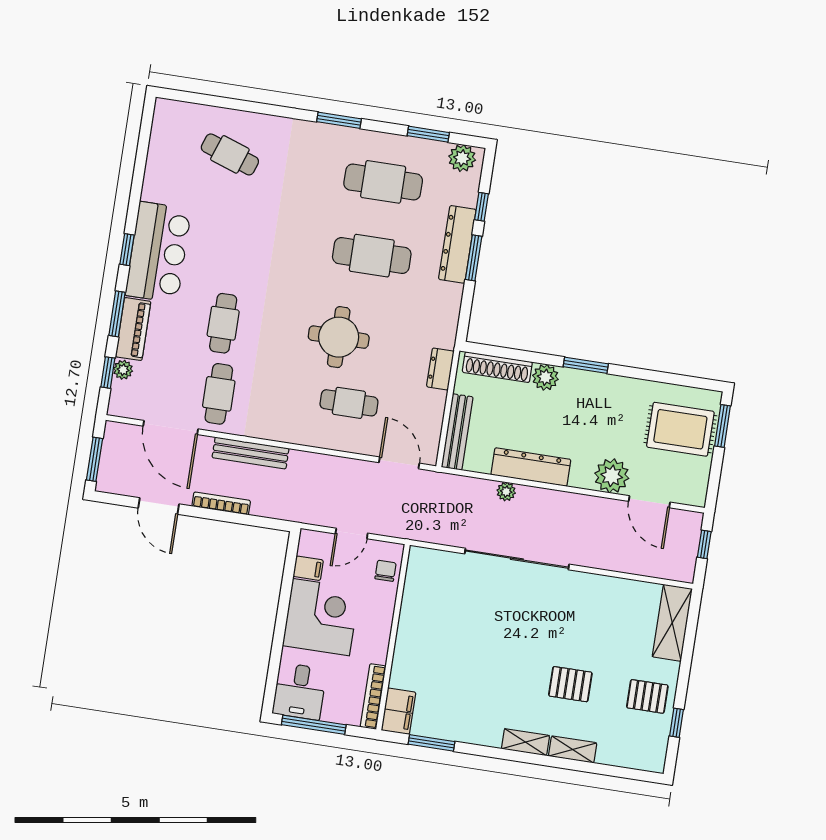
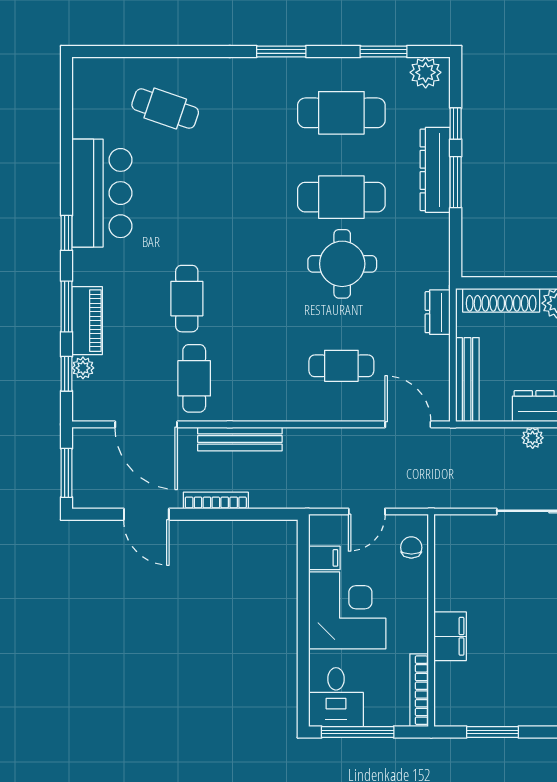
bar counter: (158, 252) -> (102, 193), moved
round table: (339, 337) -> (342, 264), moved
filing cabinet: (398, 711) -> (450, 636), moved

